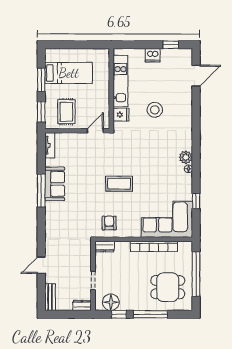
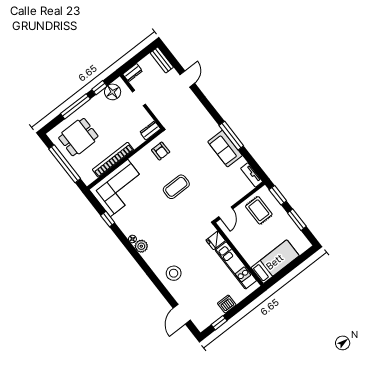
bed: (69, 73) -> (275, 262), moved, turned 180
stool: (155, 110) -> (174, 273), moved

